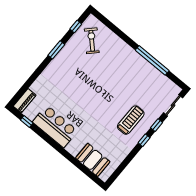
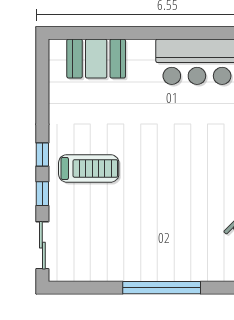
window: (152, 60) -> (162, 288), moved
treadmill: (131, 120) -> (89, 168), turned -90

